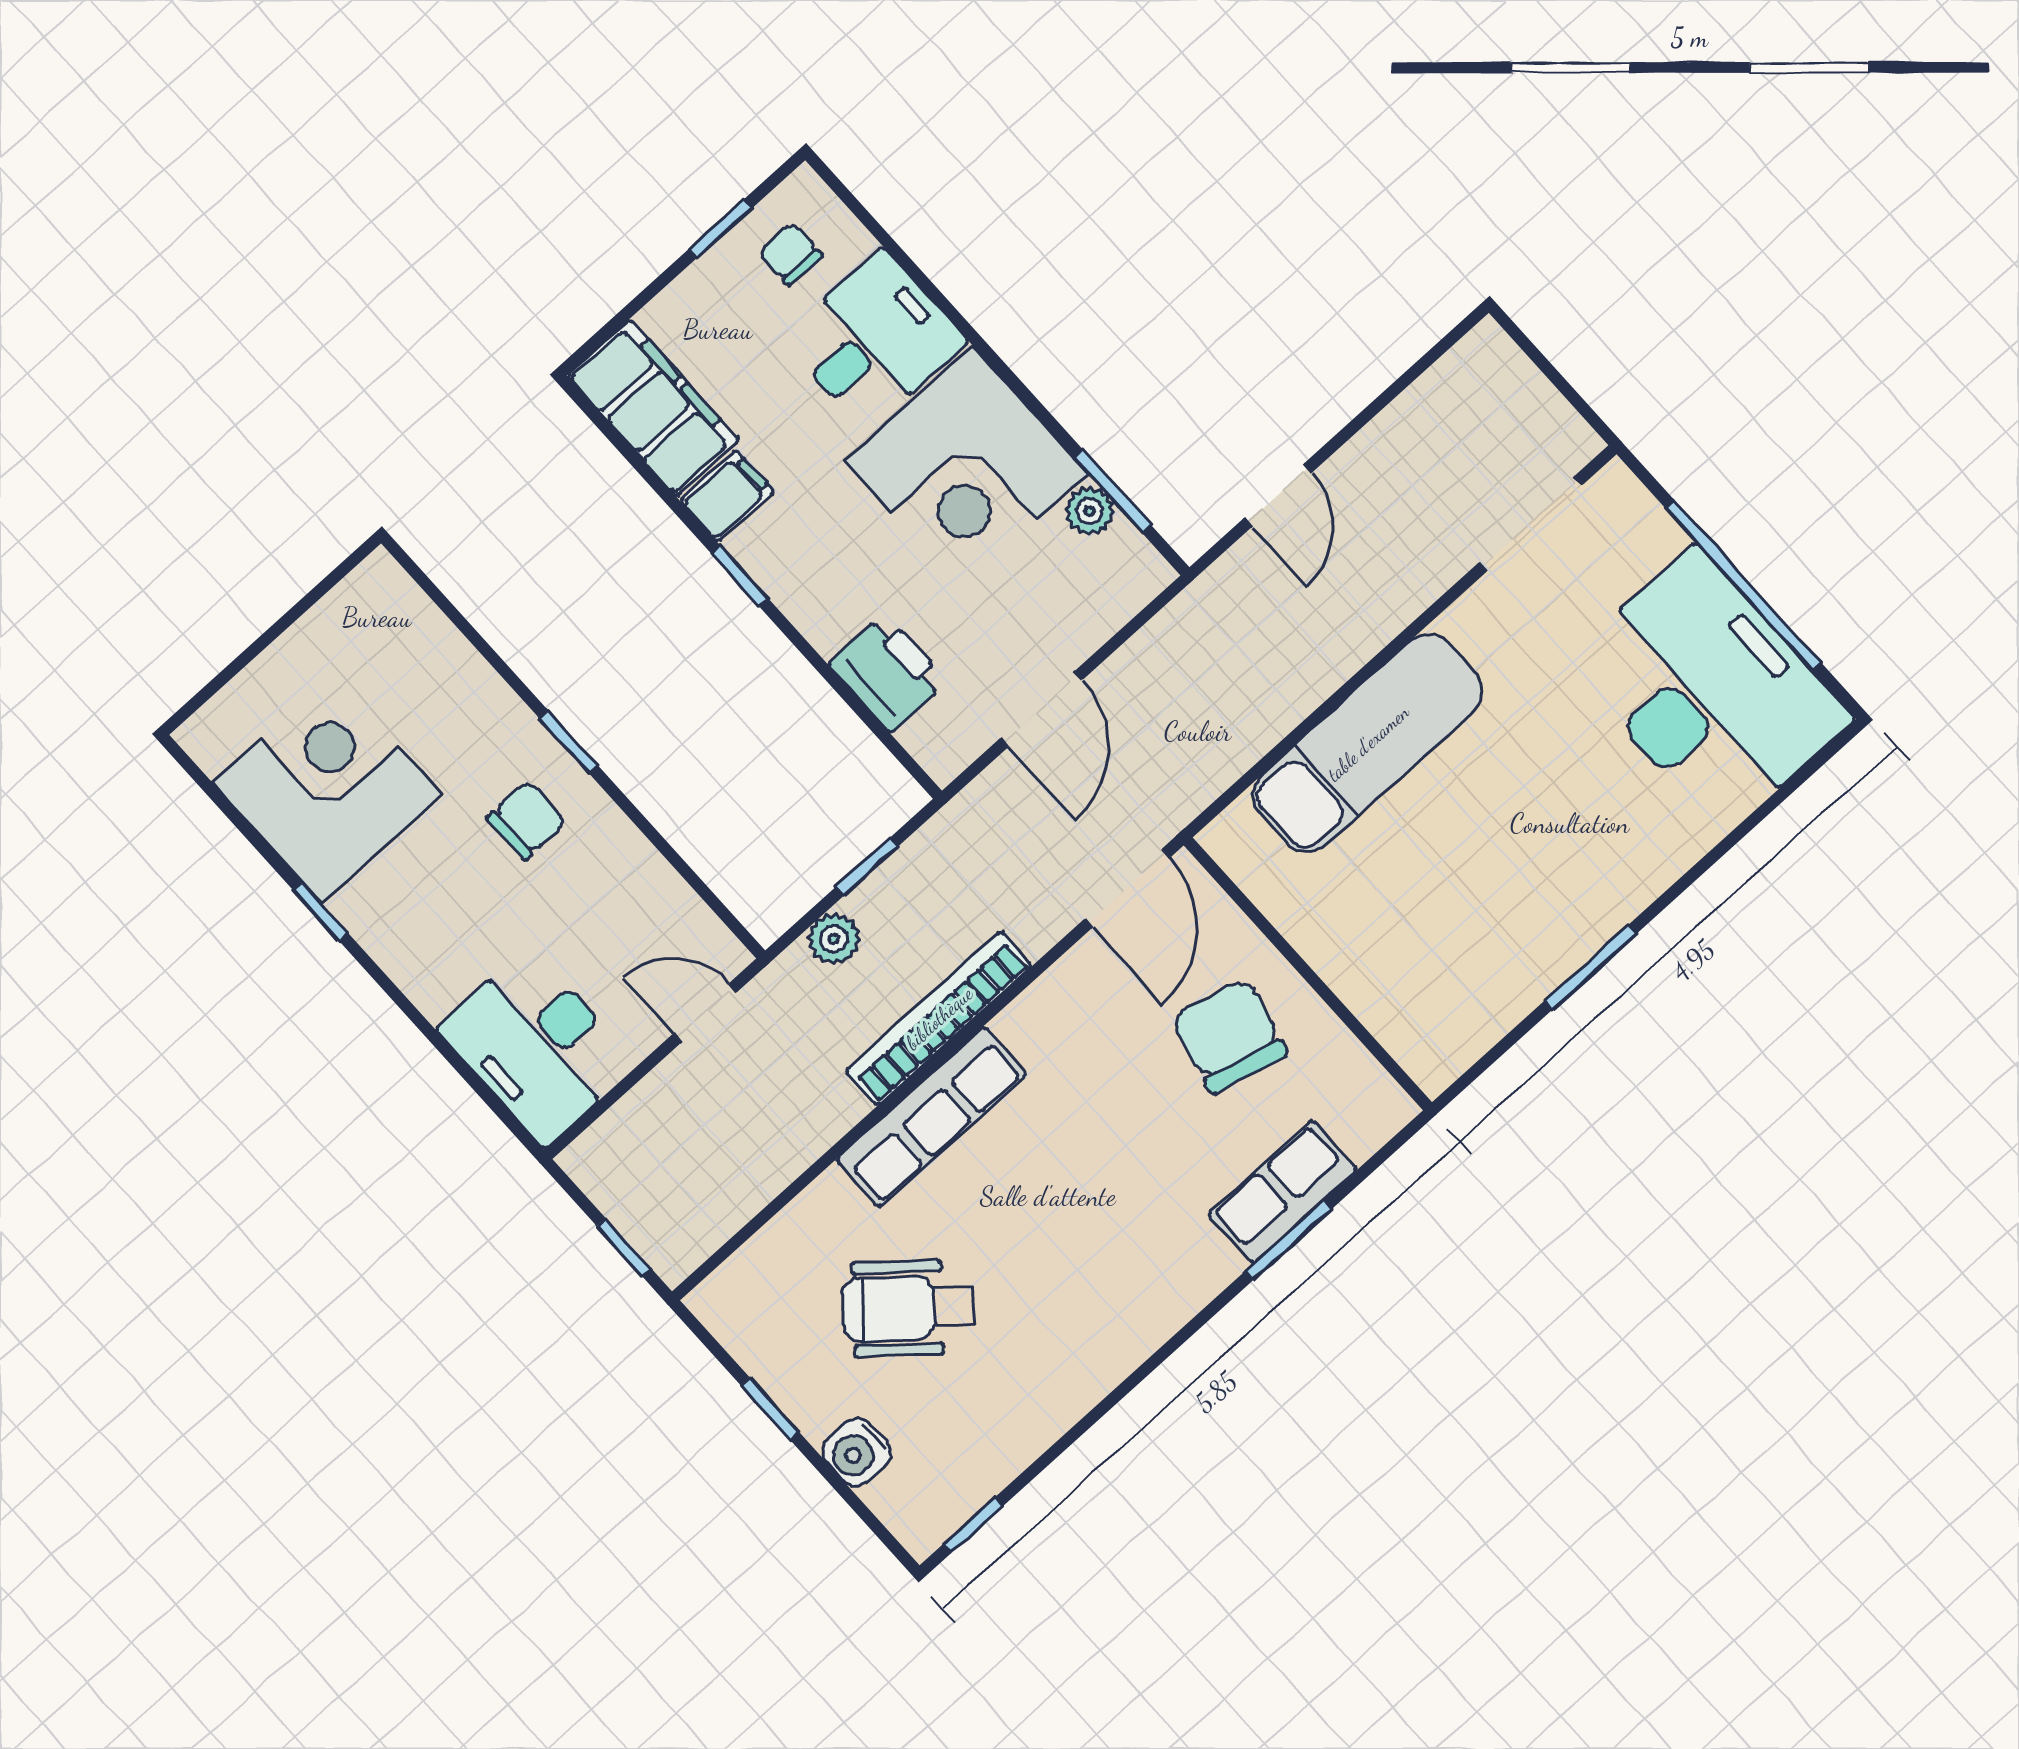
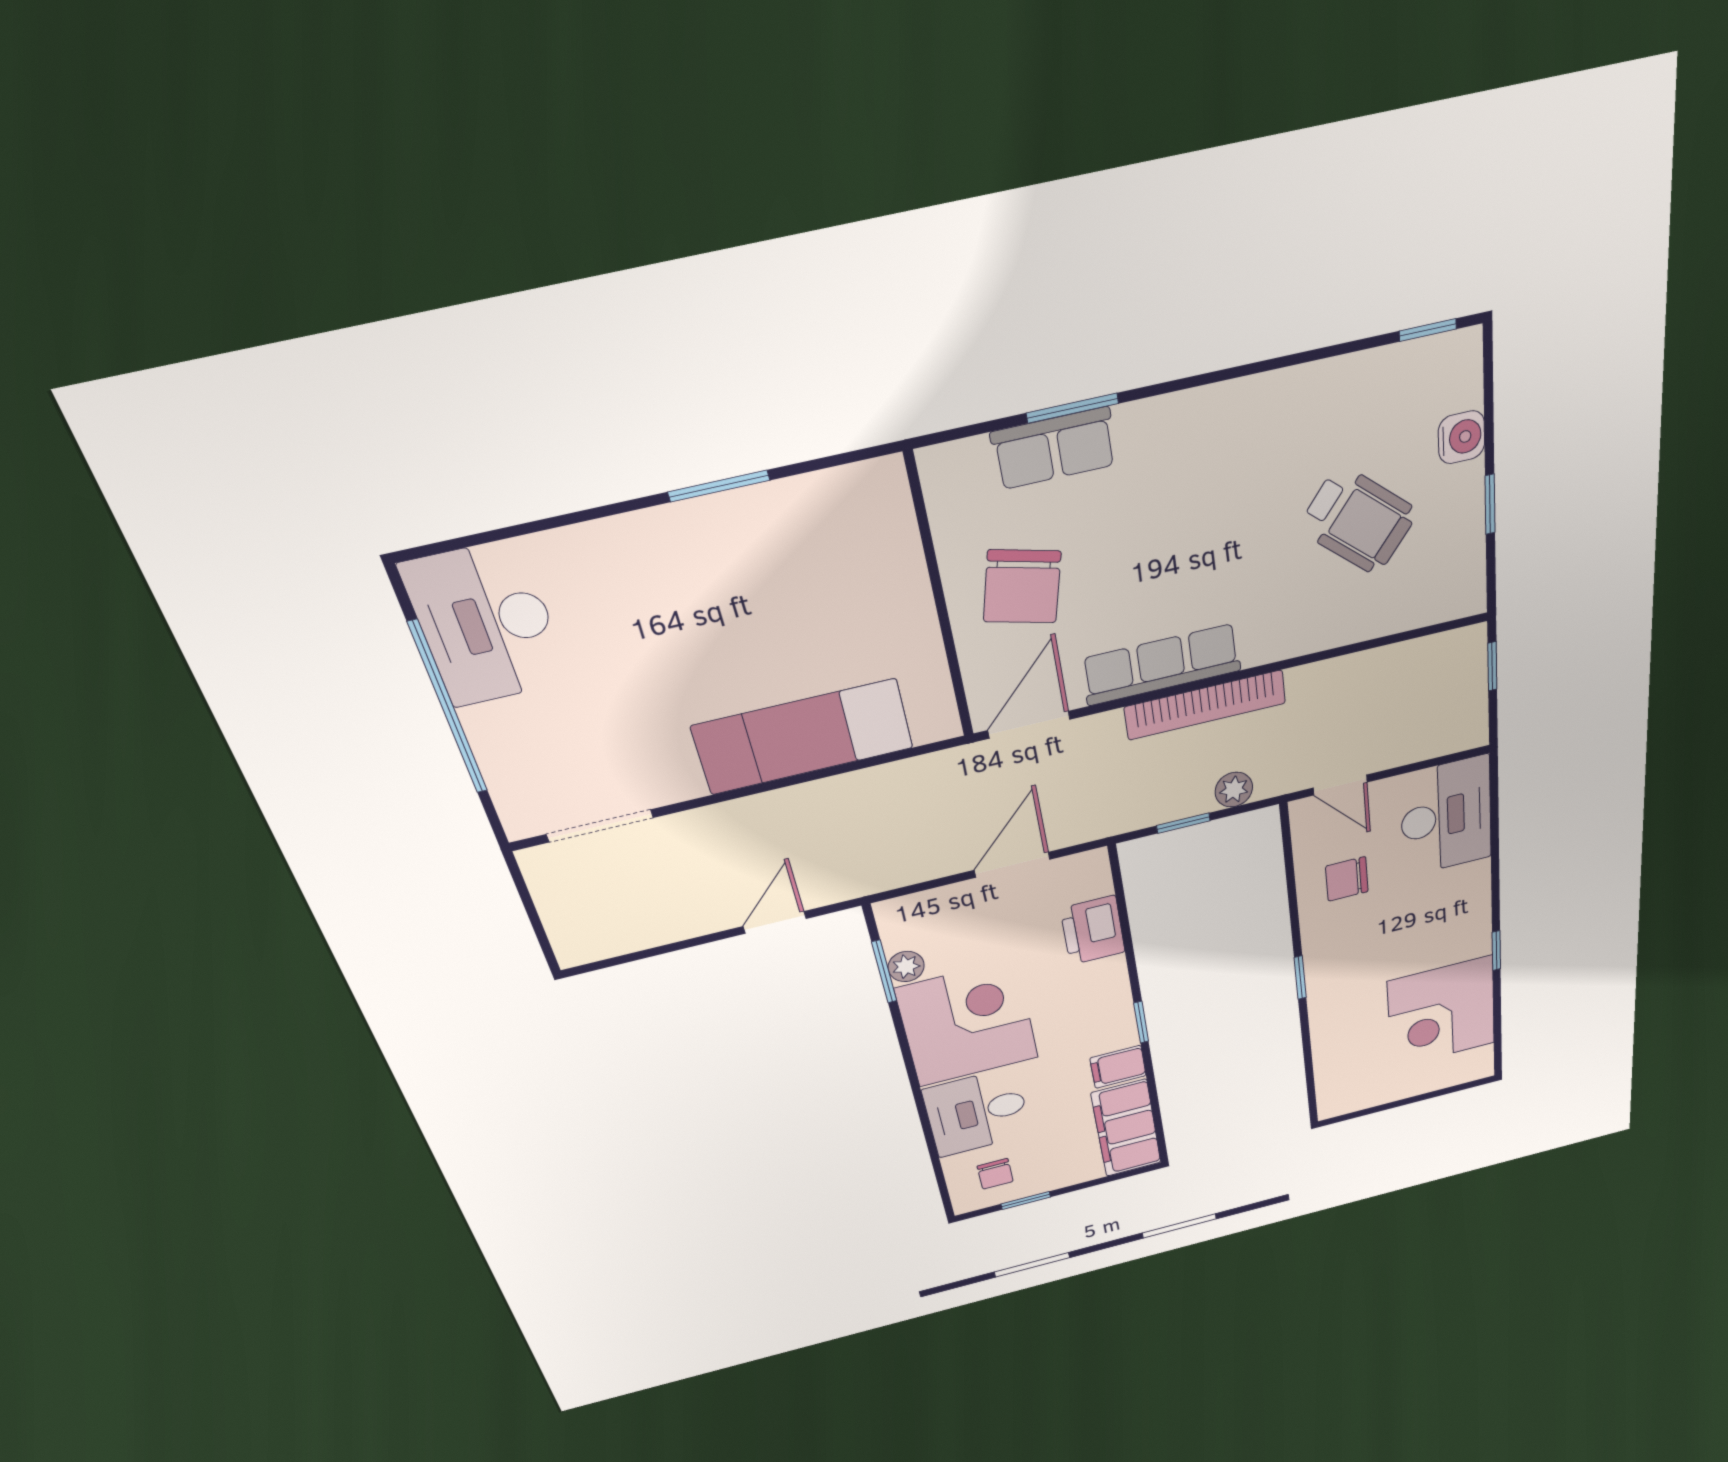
desk: (1709, 690) -> (486, 624), width x0.73, depth x0.77
chair: (526, 820) -> (1347, 879), moved
row of seats: (931, 1117) -> (1161, 665), moved

